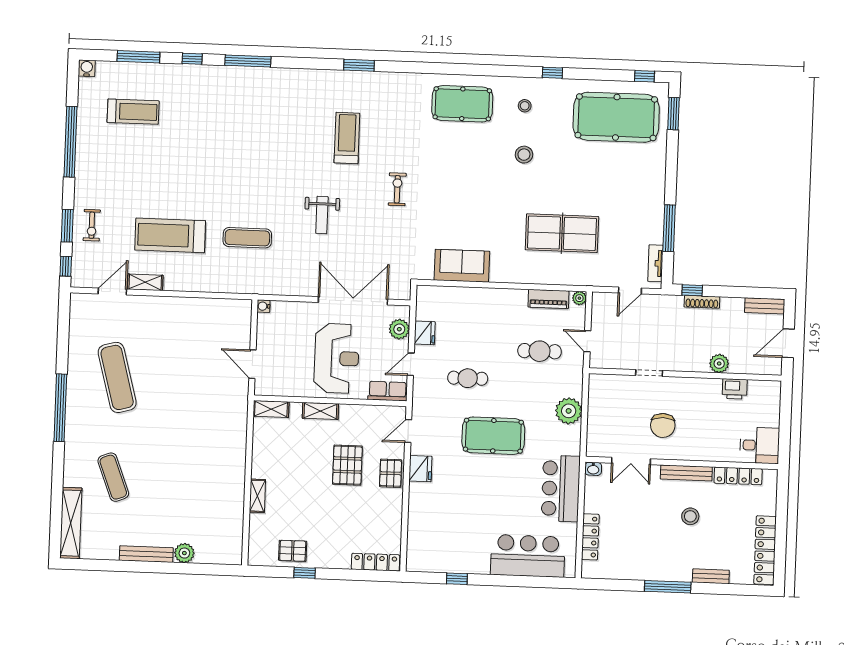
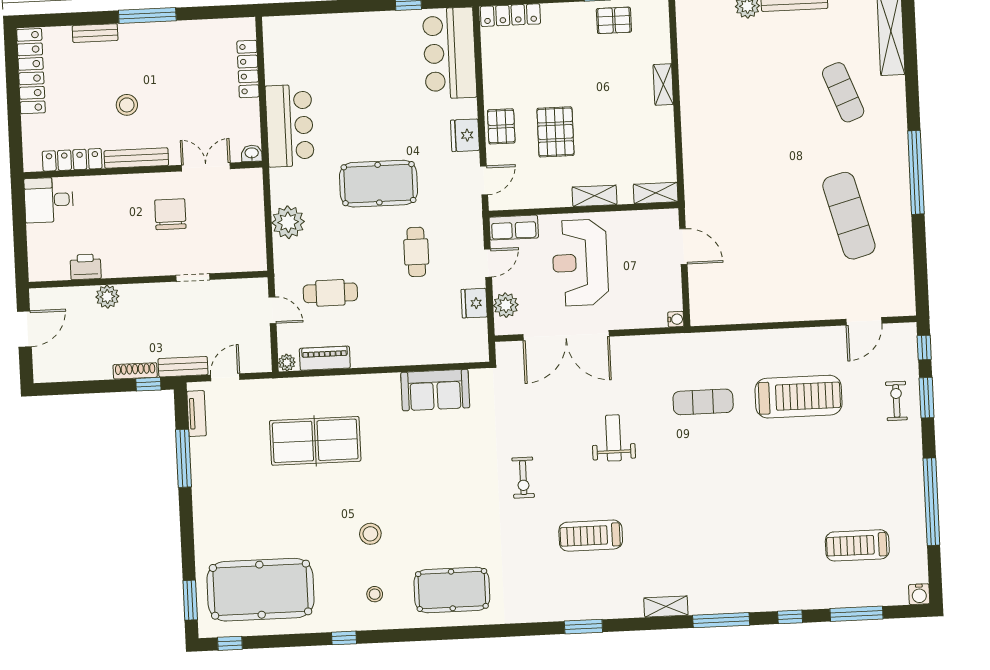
treadmill: (347, 138) -> (591, 536), turned 90
shelving: (145, 282) -> (666, 607), moved
bench: (765, 306) -> (183, 367), moved
cafe table: (468, 378) -> (416, 252), turned 90
bar counter: (528, 556) -> (450, 53), moved, turned 90

